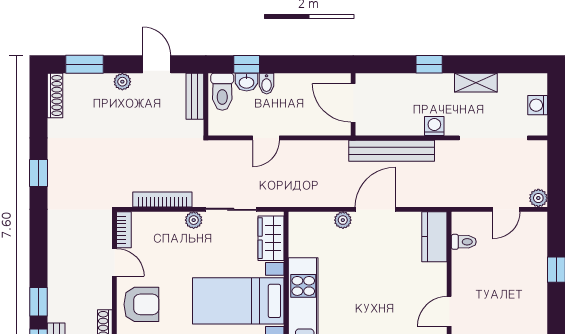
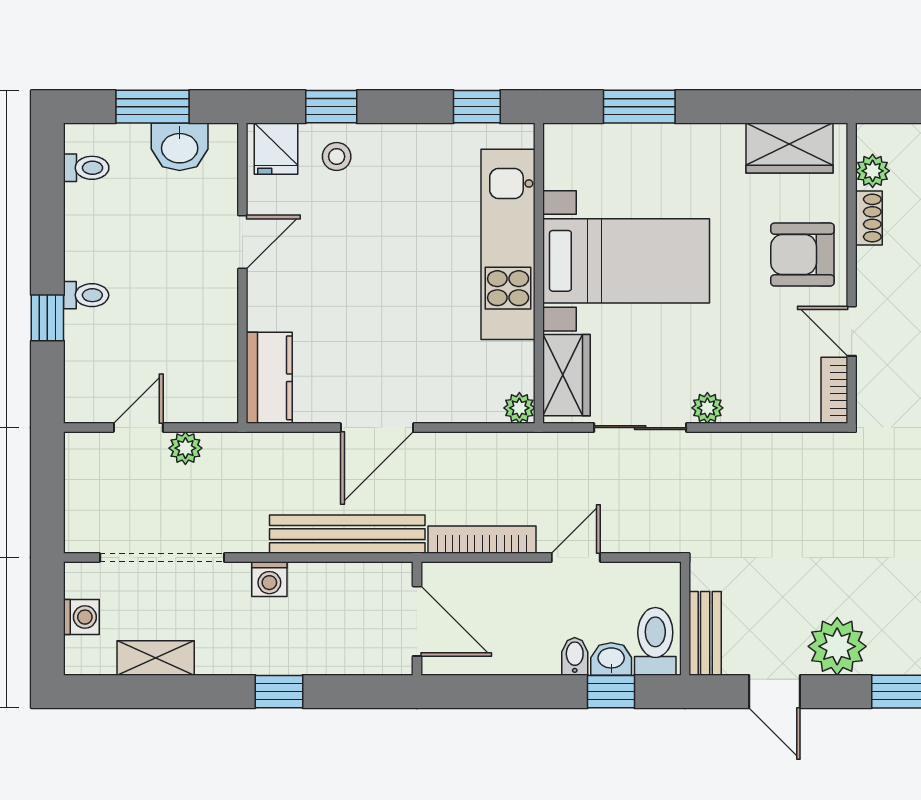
plant: (122, 82) -> (837, 646), width x1.88, depth x1.88
shelving: (476, 83) -> (156, 658), moved
plant: (538, 198) -> (185, 448), moved
bookcase: (162, 200) -> (482, 540), moved, turned 180
plant: (343, 220) -> (519, 408), moved
toilet: (464, 242) -> (86, 295), moved, turned 180

